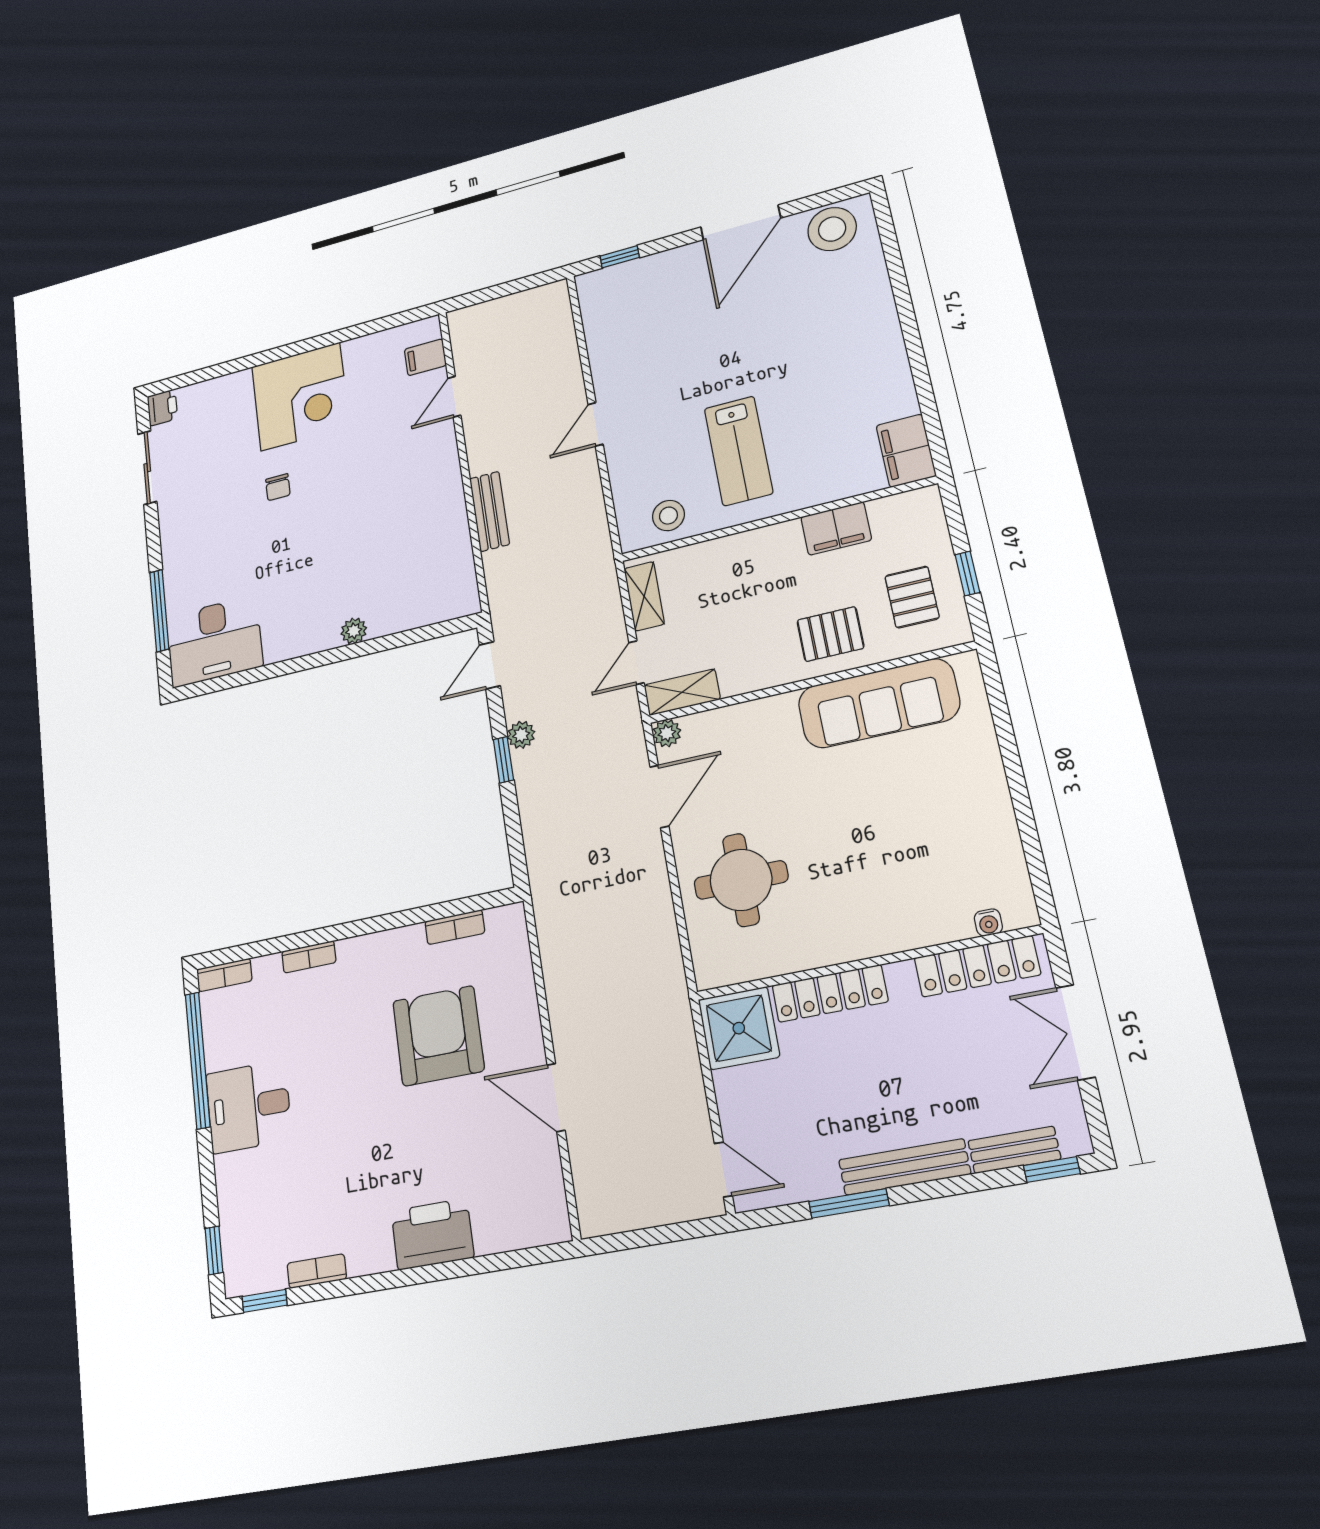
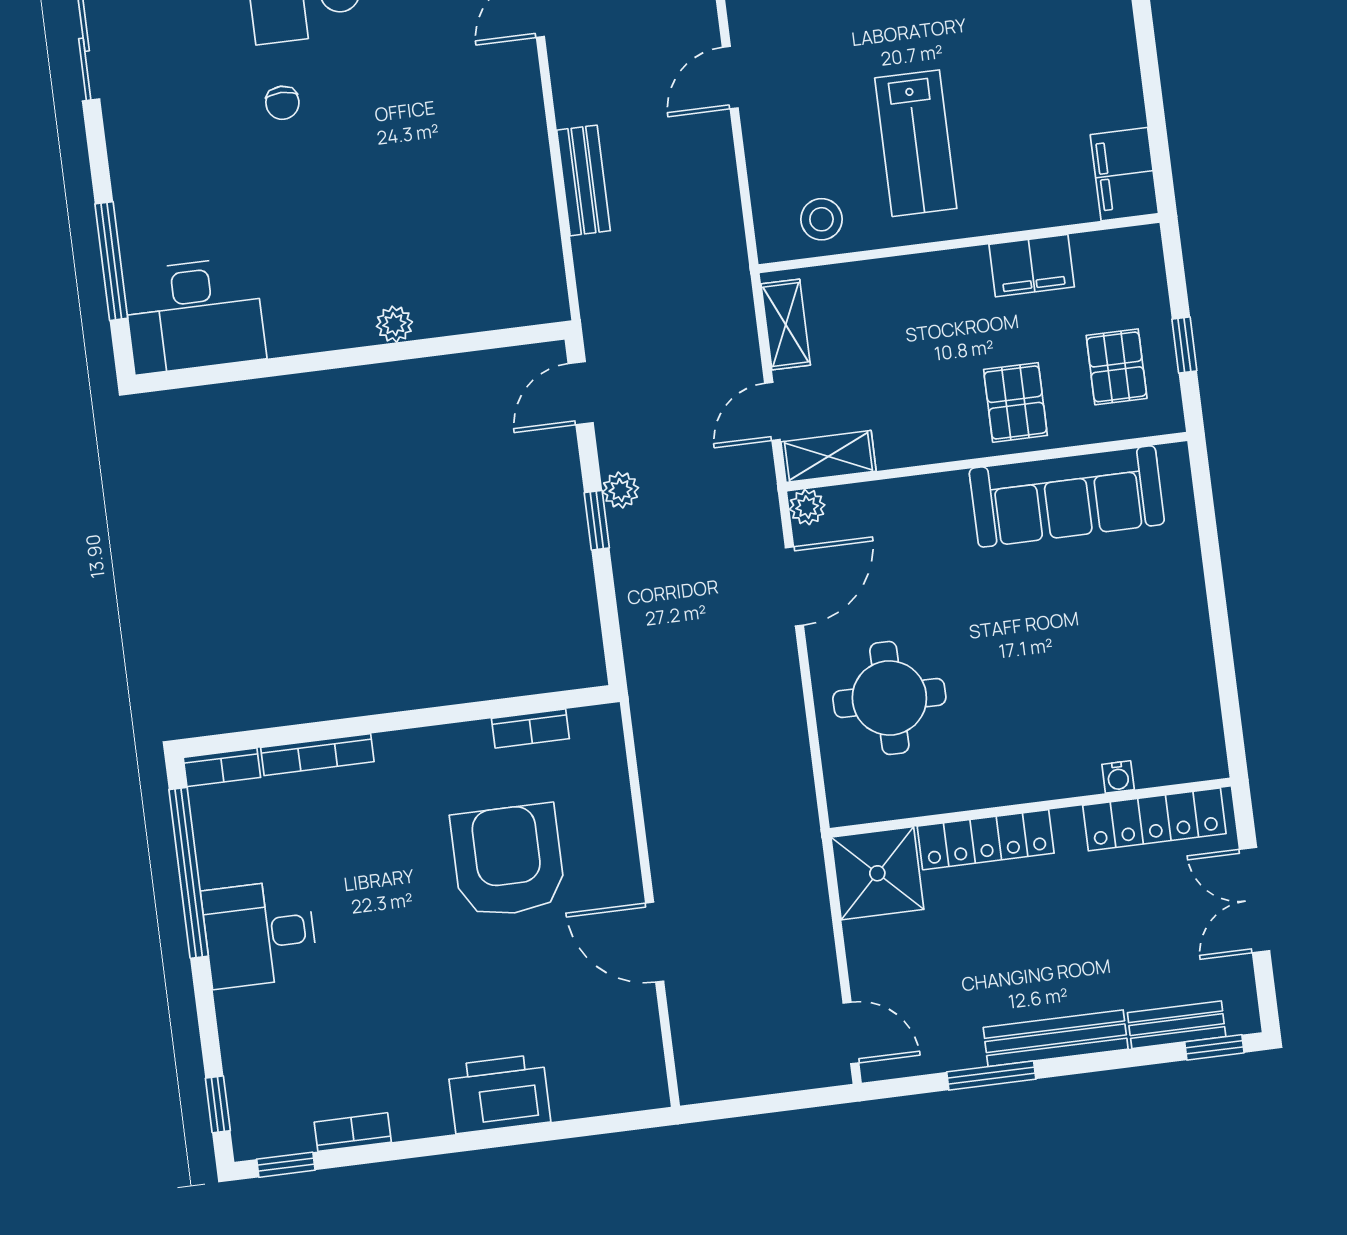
pallet: (830, 634) -> (1015, 402), turned 90
water cooler: (988, 922) -> (1118, 777), moved
bookcase: (309, 957) -> (317, 755), width x1.56

